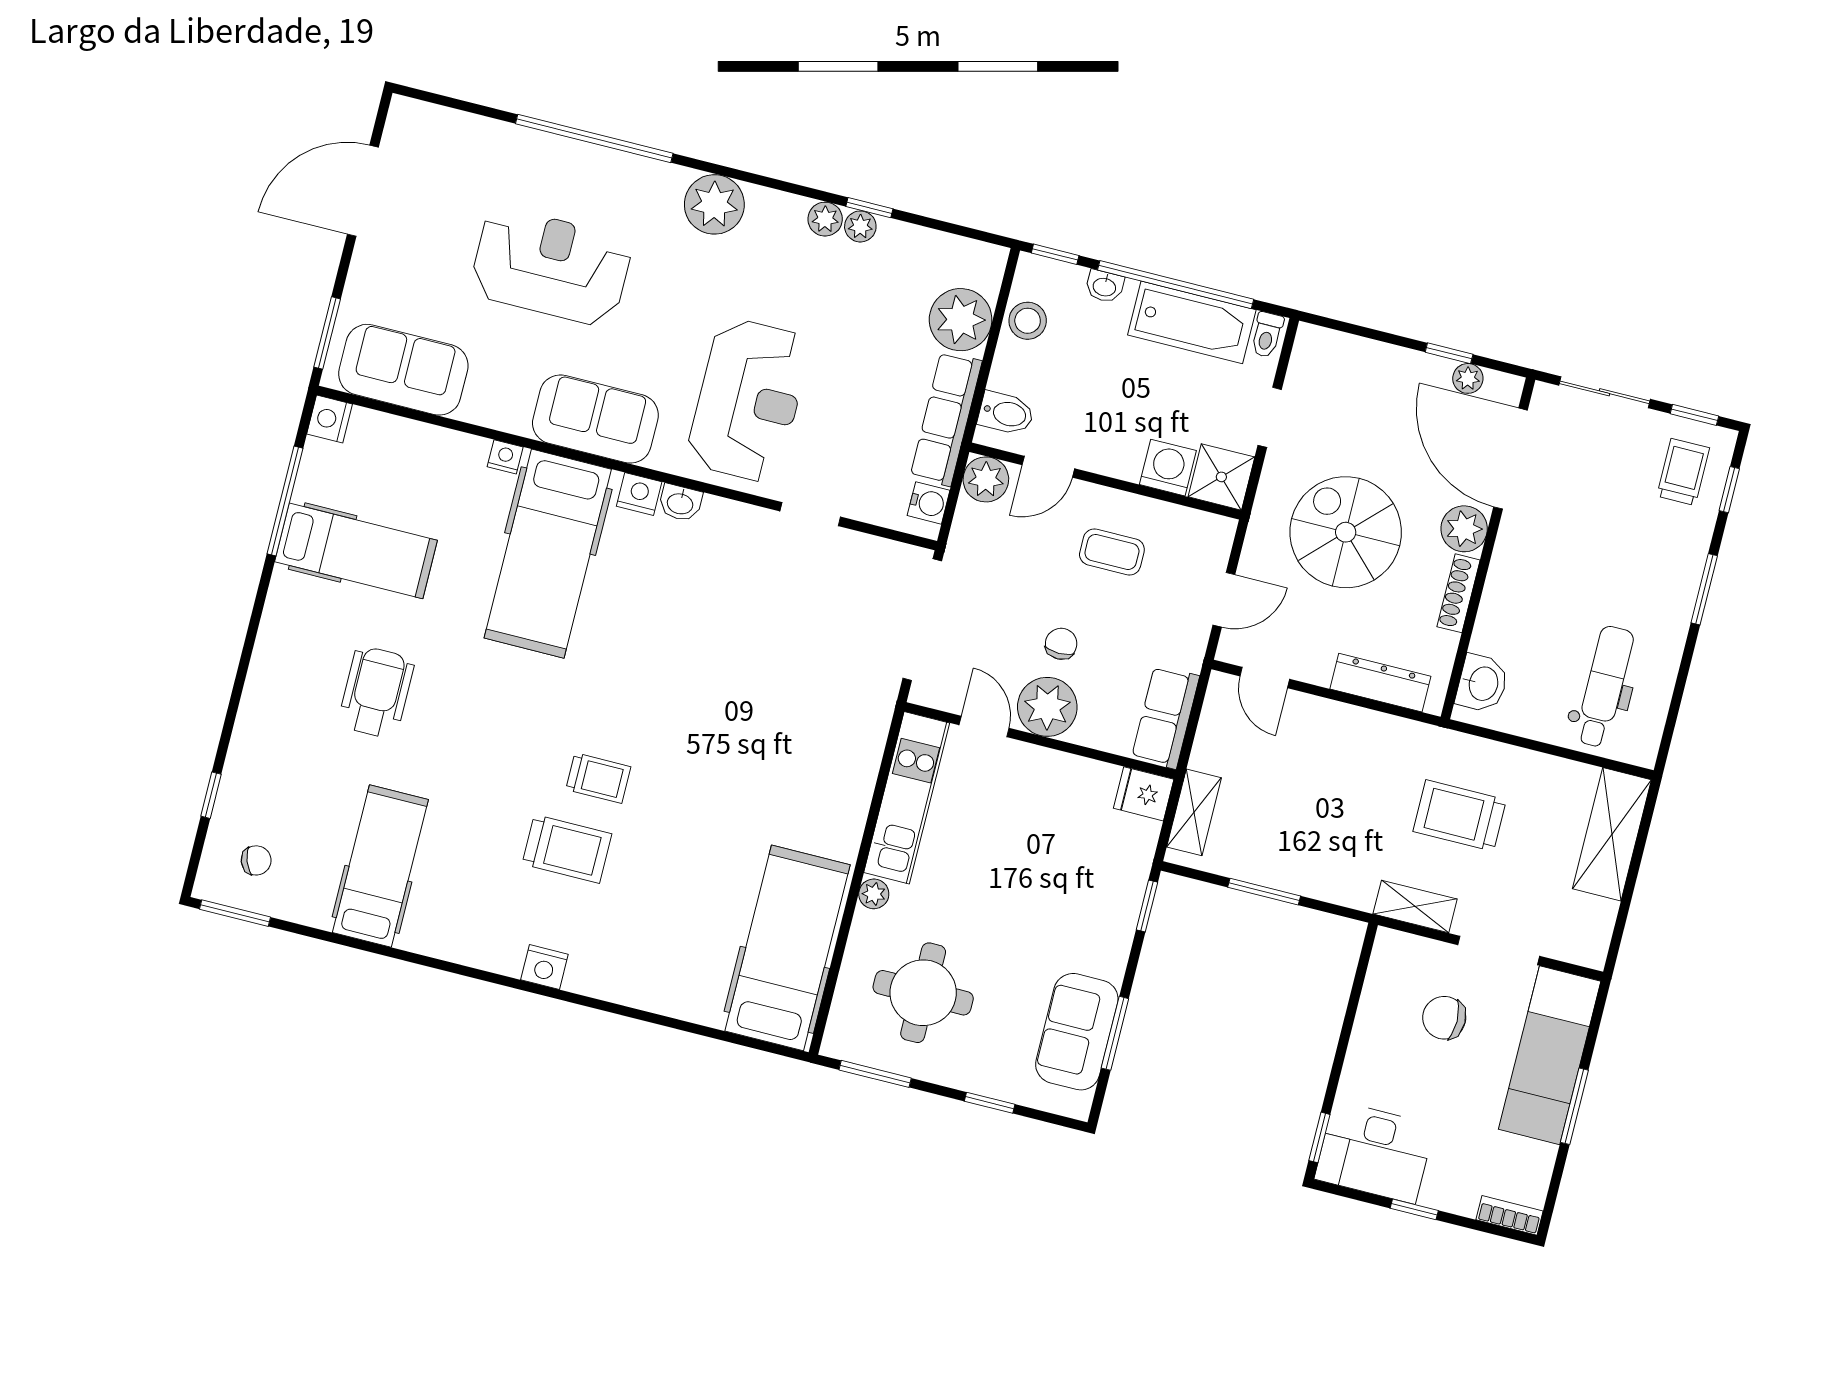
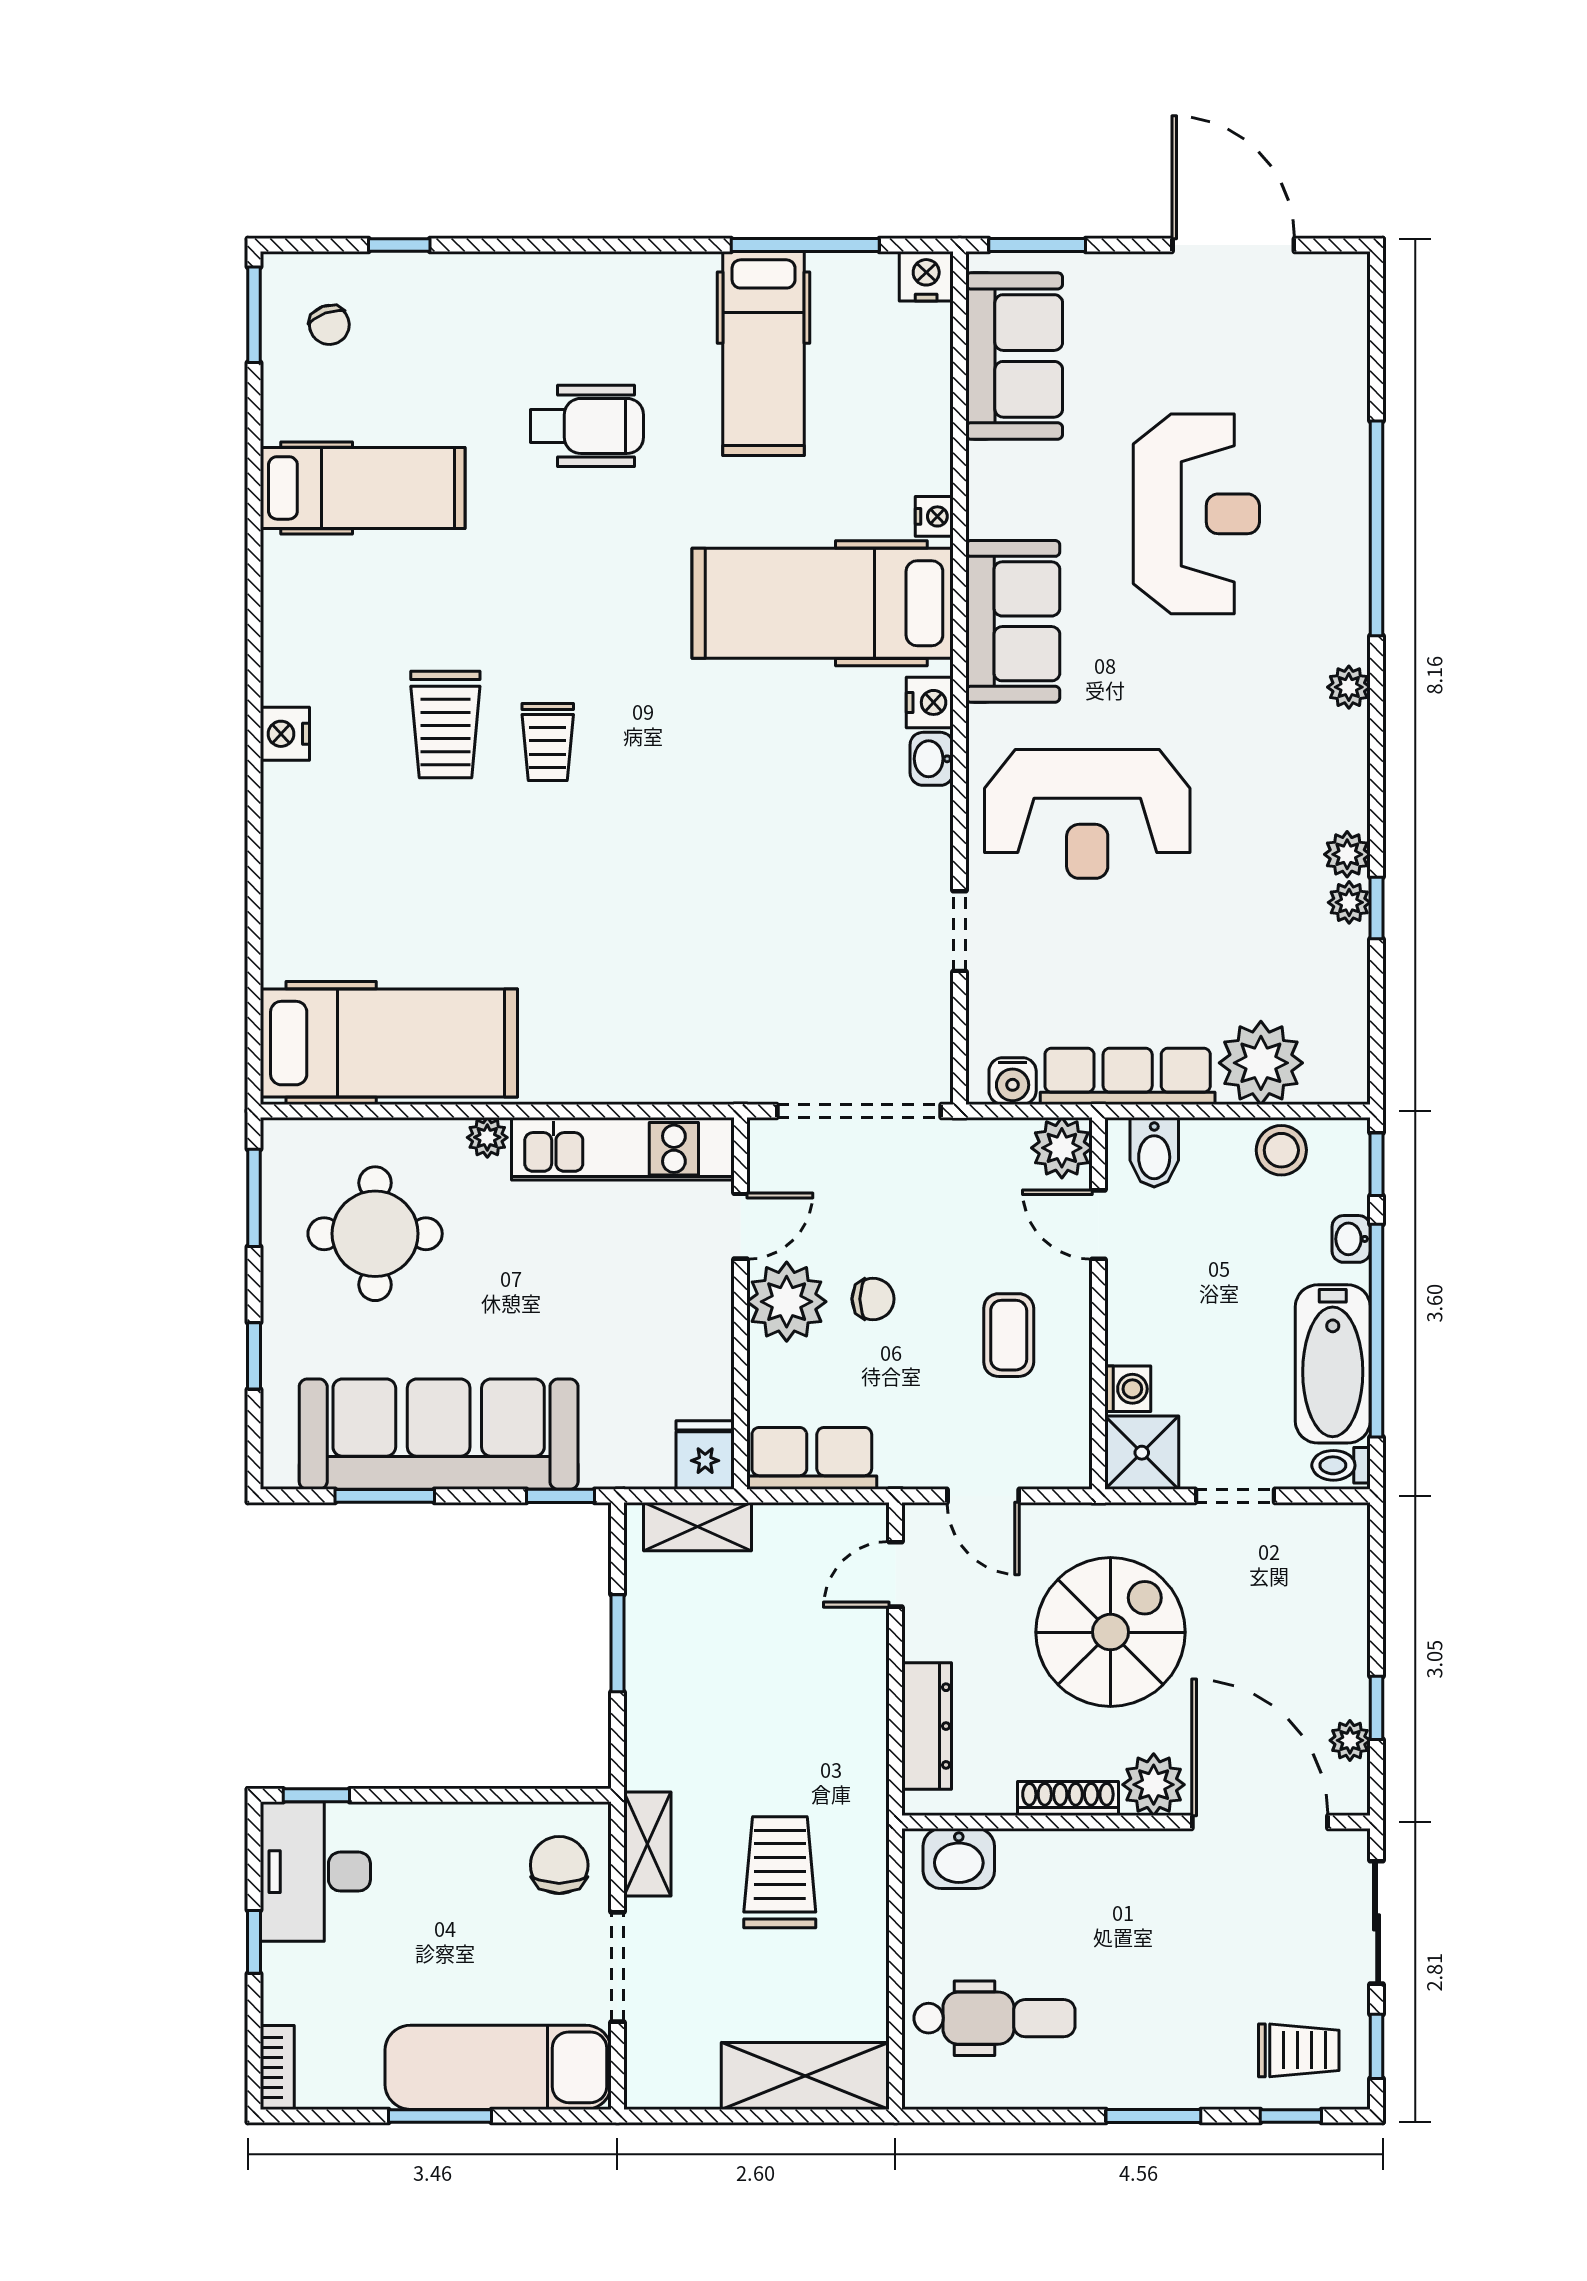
plant: (714, 204) -> (1349, 687), width x0.53, depth x0.53
door: (1511, 459) -> (1260, 1822), hinge flipped
washing machine: (1168, 468) -> (1128, 1389), width x0.73, depth x0.73
chair: (1444, 1018) -> (559, 1865), moved
sofa: (1077, 1032) -> (439, 1434), width x1.85, depth x1.27

